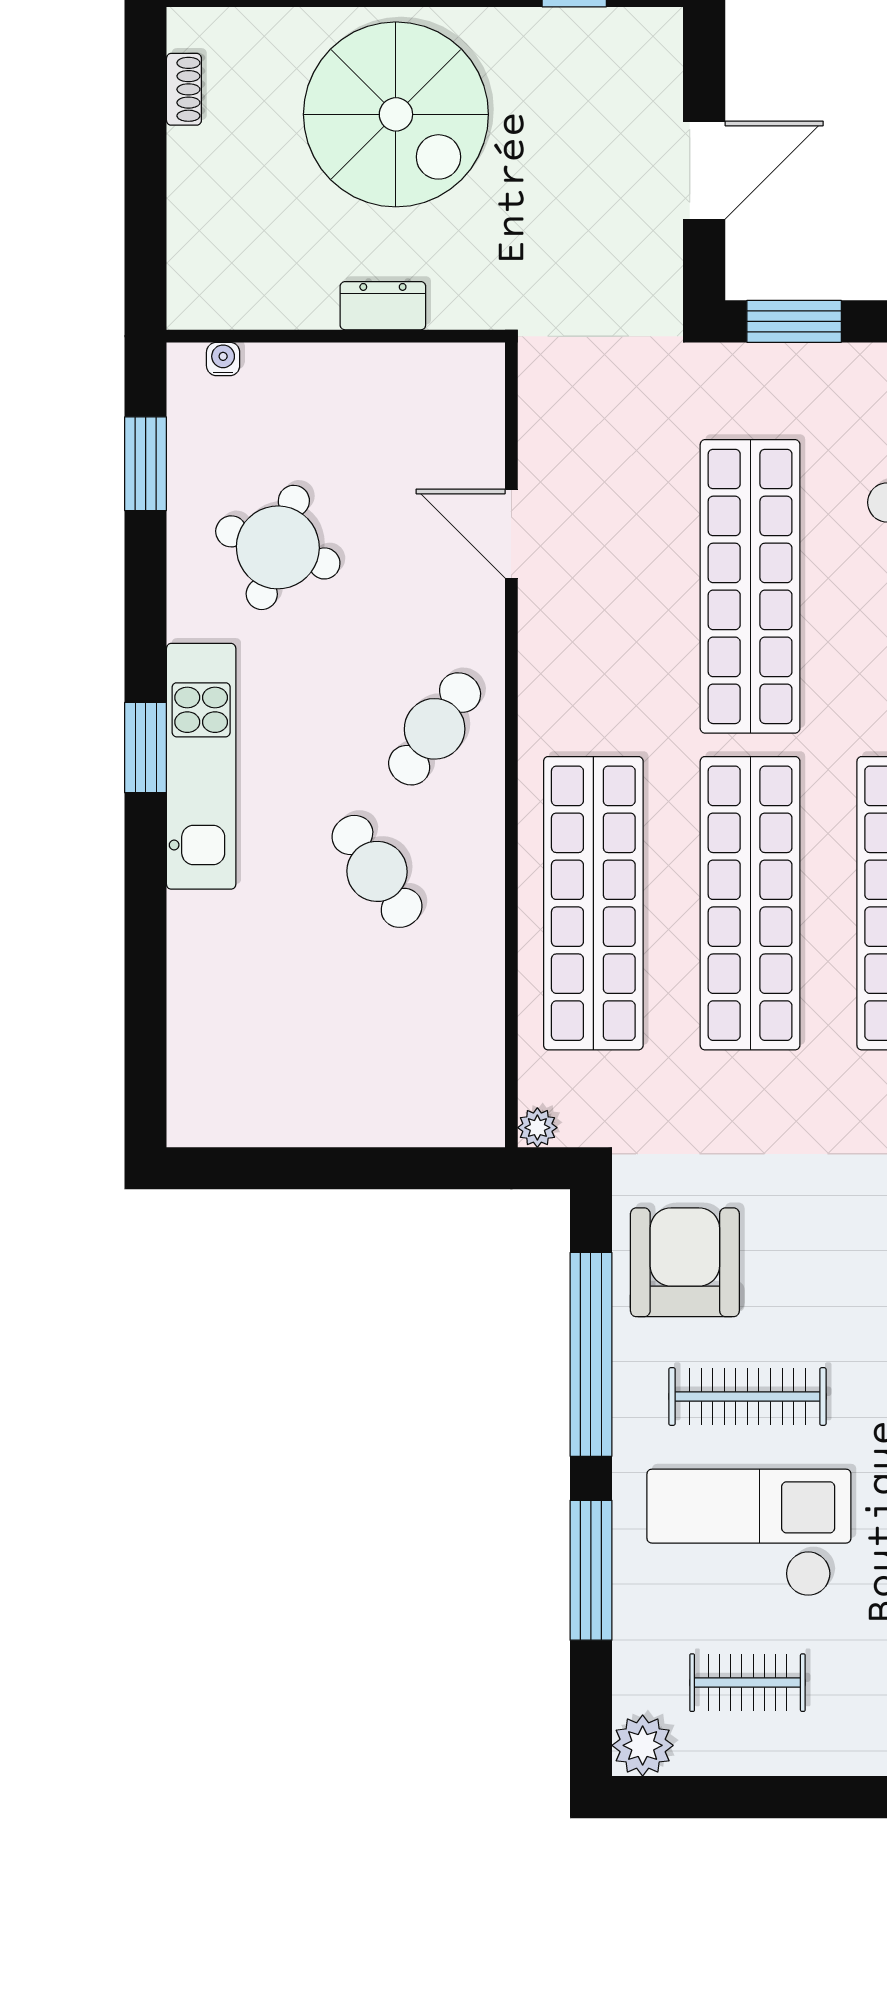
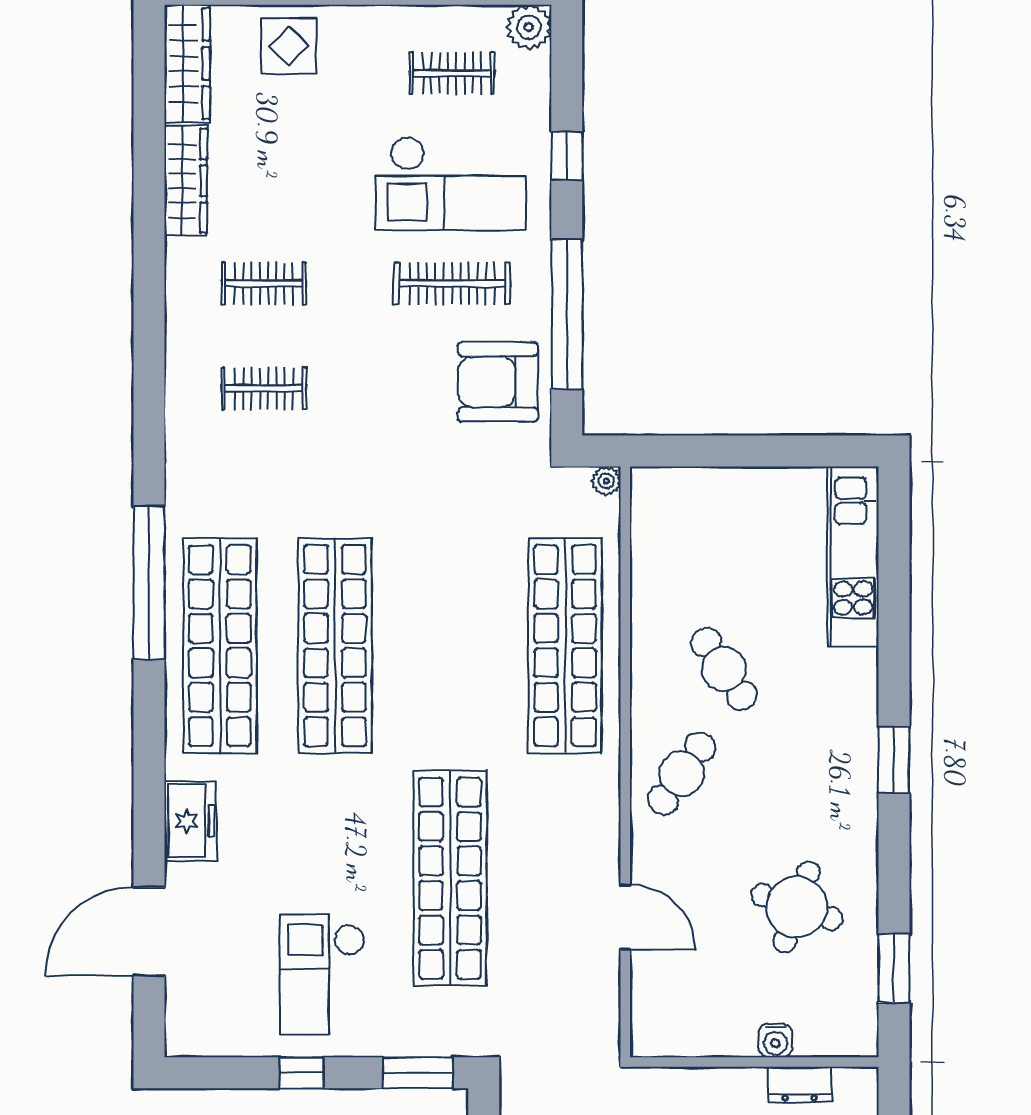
dresser: (383, 306) -> (800, 1084), moved
water cooler: (223, 359) -> (775, 1041), moved, width x1.38, depth x1.38
kitchen unit: (201, 766) -> (853, 557), moved
shop shelf: (750, 903) -> (450, 646), removed
armchair: (685, 1262) -> (498, 382), turned 90
window: (591, 1570) -> (567, 156), width x0.46

